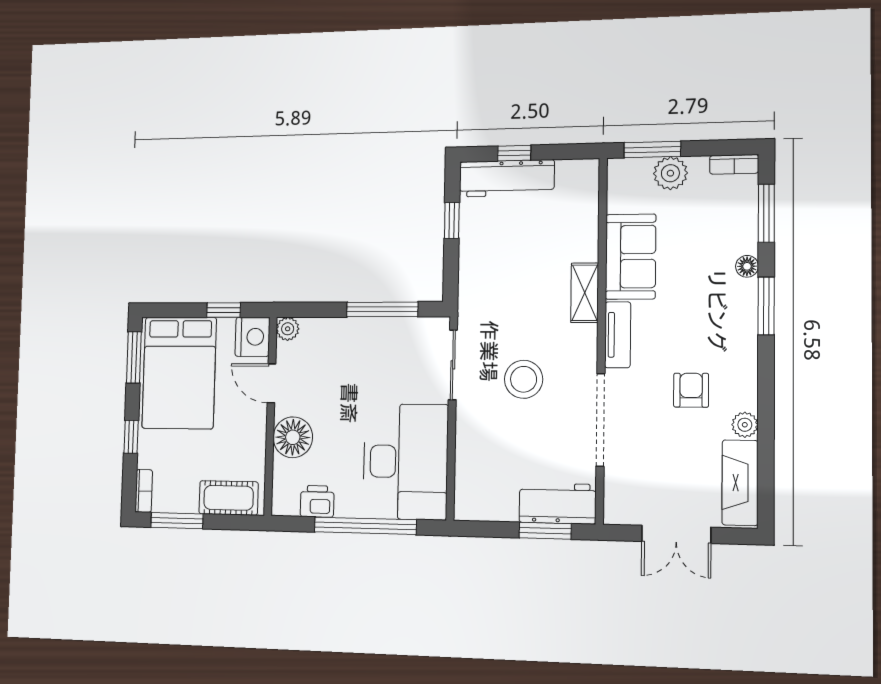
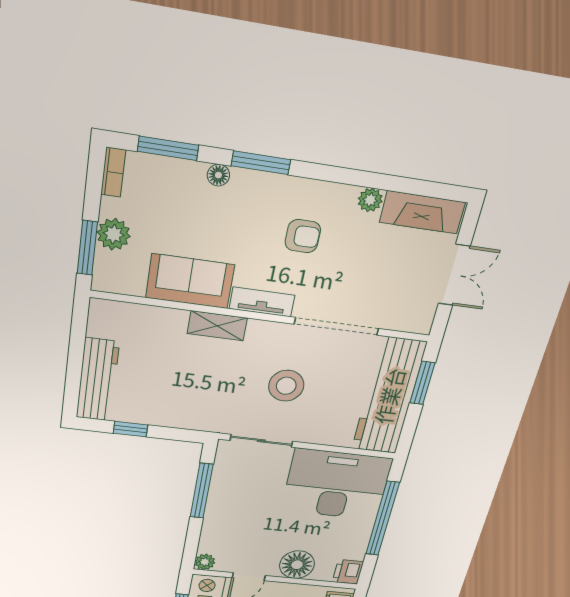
window: (514, 153) -> (74, 371), removed
armchair: (691, 390) -> (303, 236), moved, turned 180
printer: (317, 501) -> (348, 572), moved
workbench: (558, 503) -> (389, 396), width x1.88, depth x1.32

